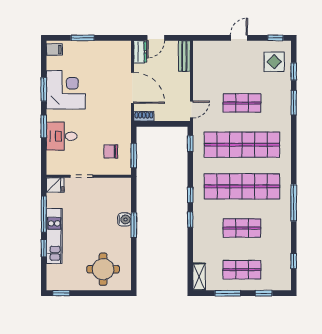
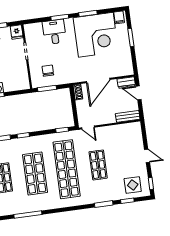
corner desk: (66, 90) -> (96, 35), width x1.36, depth x1.36
shop shelf: (242, 186) -> (35, 174), width x0.71

